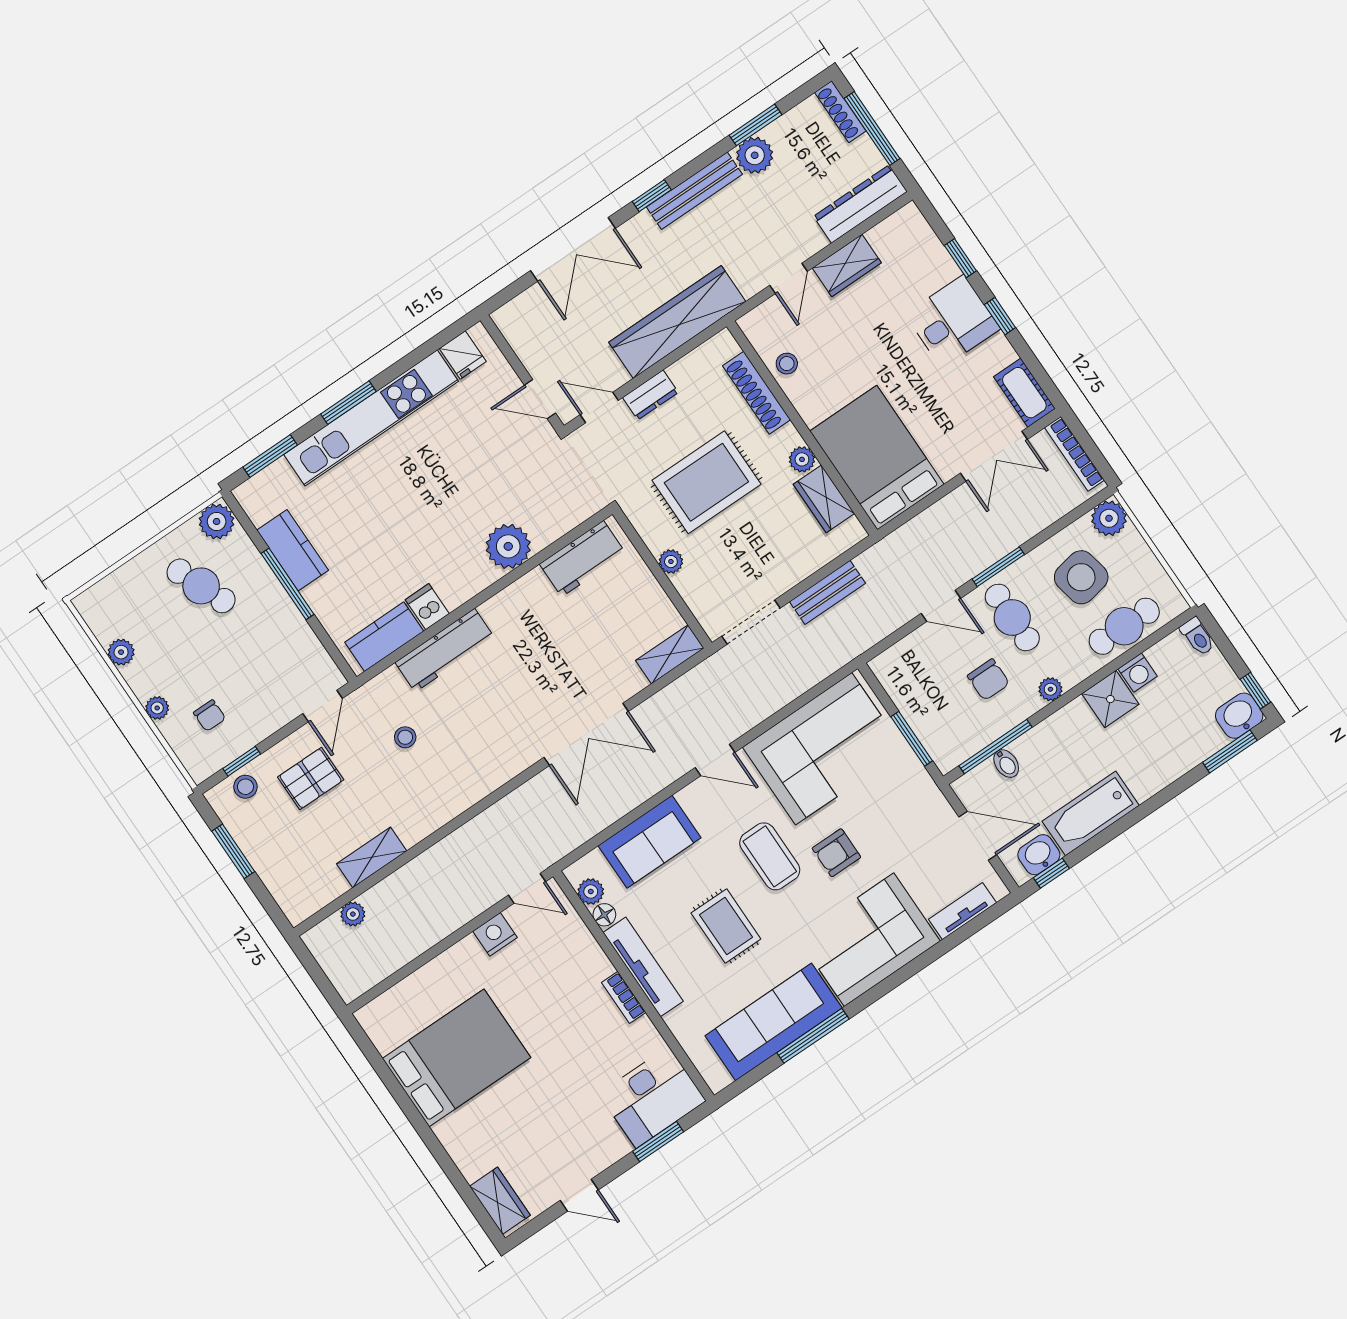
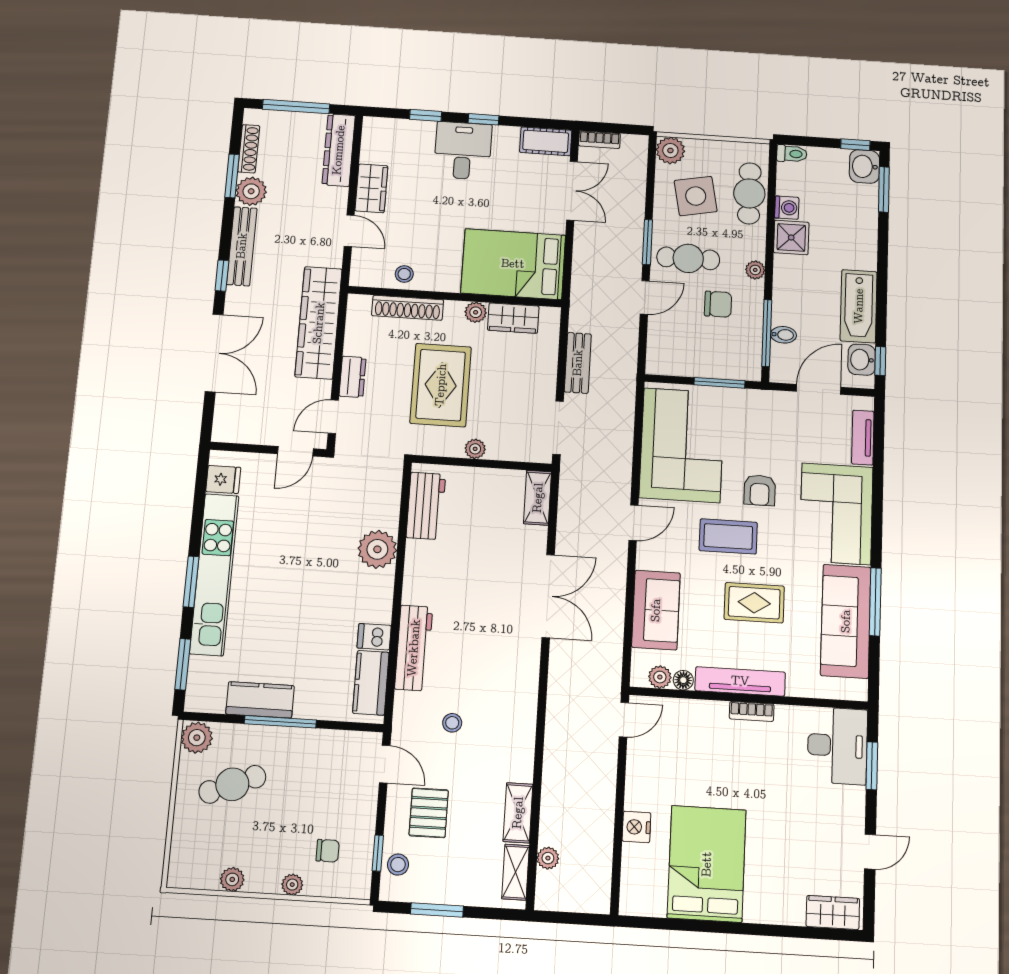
shoe rack: (840, 112) -> (249, 149), moved, turned -90
bookcase: (1074, 454) -> (599, 140), width x0.64
shelving: (319, 895) -> (515, 872), added
nightstand: (495, 934) -> (636, 827), moved

